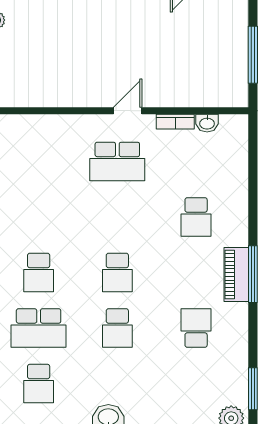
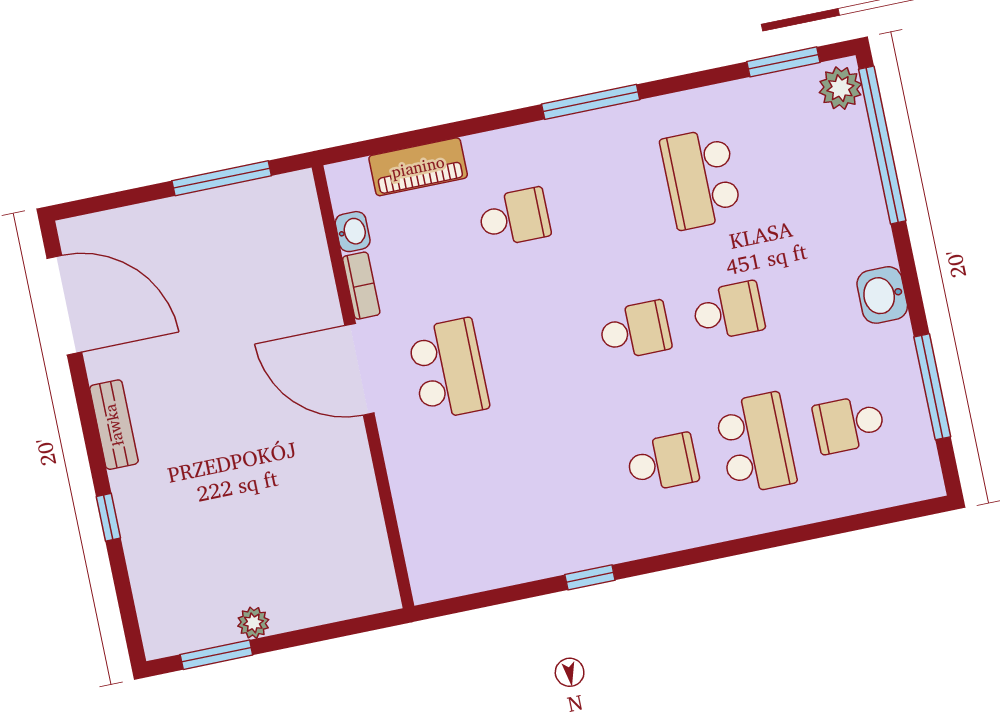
door: (128, 111) -> (359, 369), width x1.87
piano: (236, 274) -> (418, 167), moved
school desk: (196, 328) -> (701, 179), width x1.85
school desk: (39, 384) -> (849, 424), turned 180

